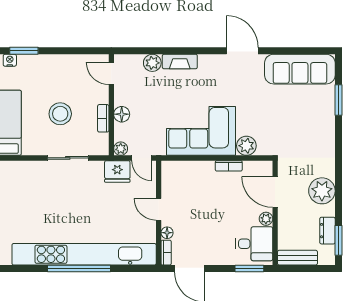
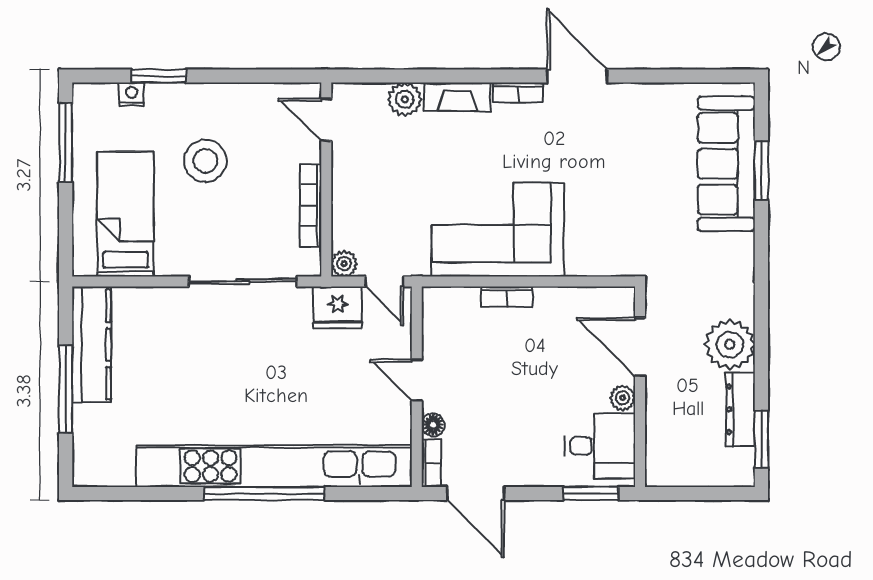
bookcase: (211, 59) -> (518, 92), added
sofa: (300, 69) -> (726, 164), moved, turned 90
stool: (60, 114) -> (205, 161), moved
floor lamp: (122, 114) -> (346, 198), removed
bookcase: (103, 118) -> (311, 206), width x1.56
plant: (246, 146) -> (585, 258), removed
sliding door: (68, 158) -> (243, 282), width x1.37
bookcase: (229, 166) -> (507, 297), moved
dresser: (327, 231) -> (740, 409), width x1.44
bench: (297, 258) -> (683, 473), removed

